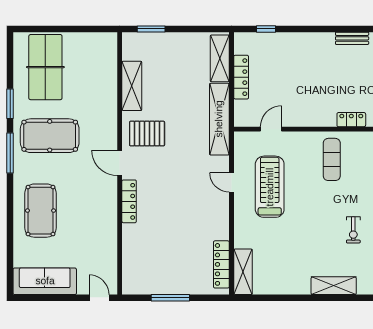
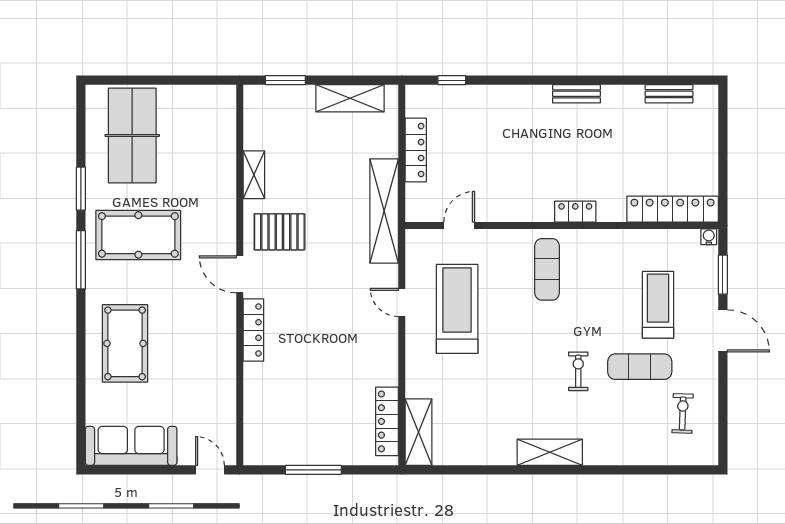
shelving: (220, 58) -> (350, 98), moved, turned 90
shelving: (132, 86) -> (254, 175), width x0.67, depth x0.75
exercise bike: (353, 230) -> (578, 371), turned 180

